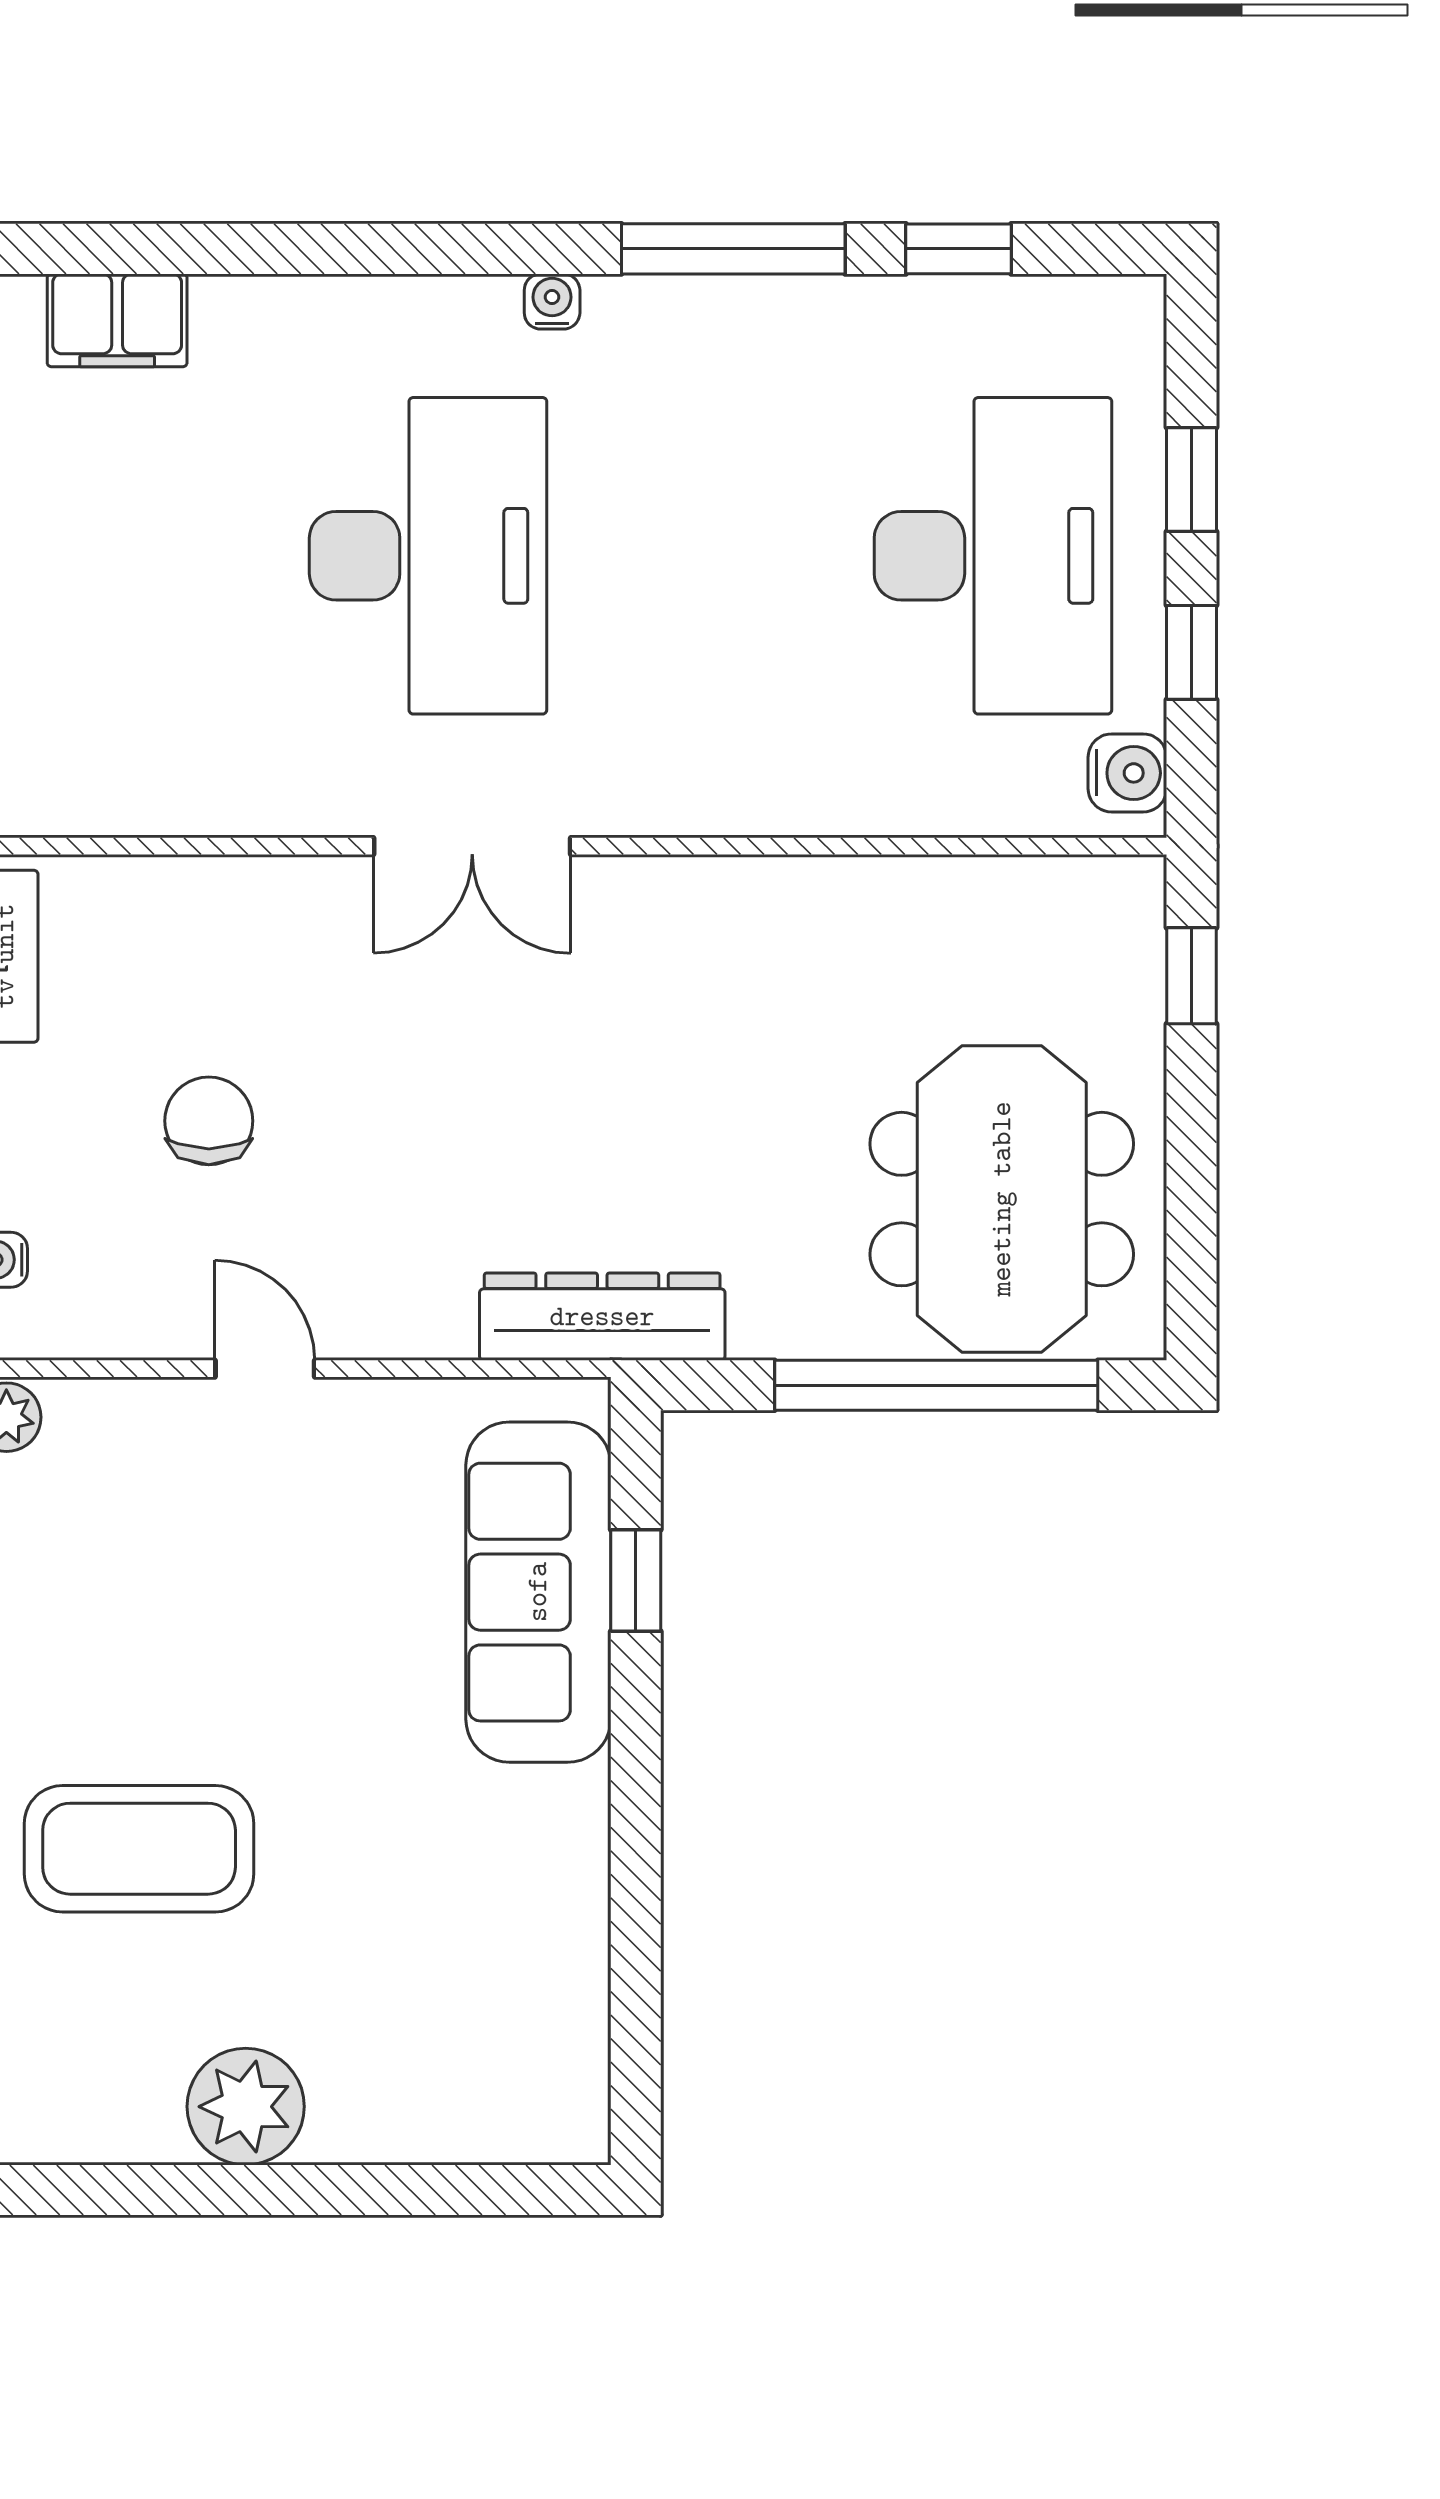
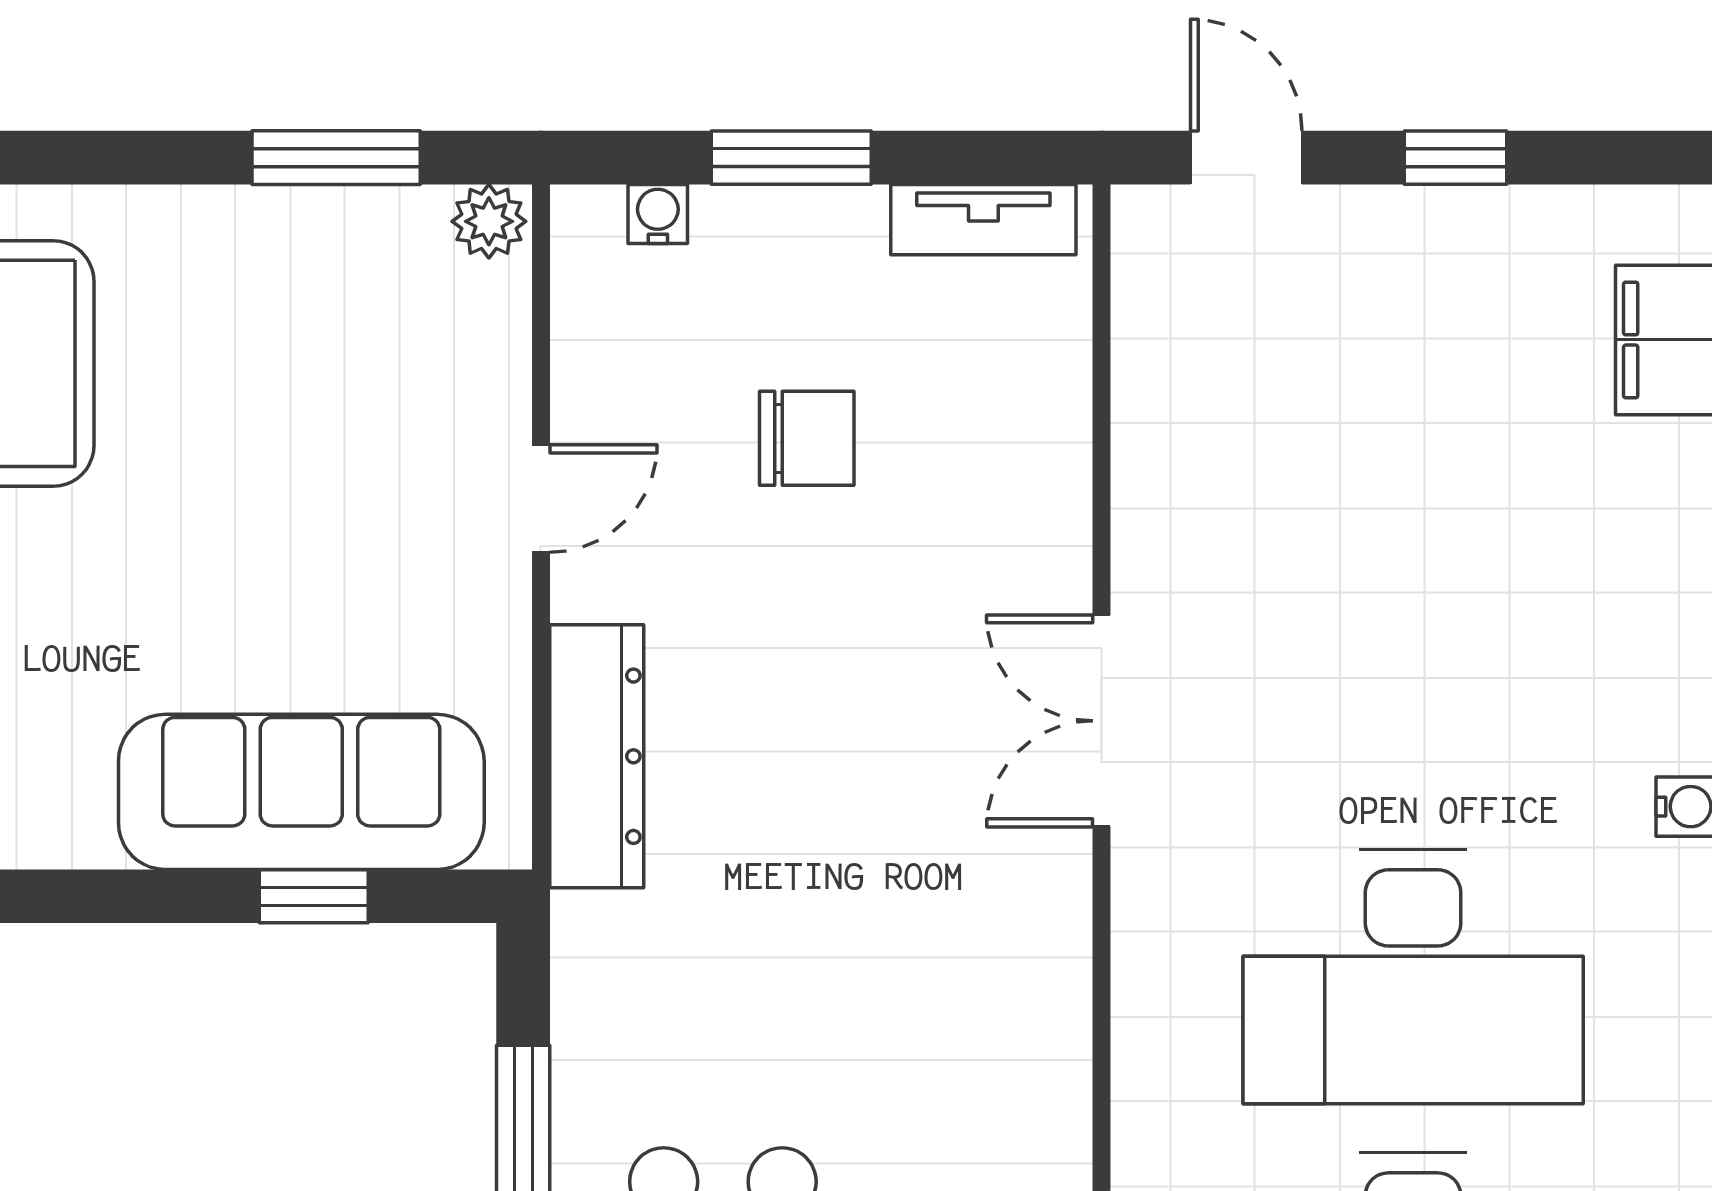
desk: (428, 556) -> (1413, 977), moved
dresser: (602, 1317) -> (597, 756), moved

